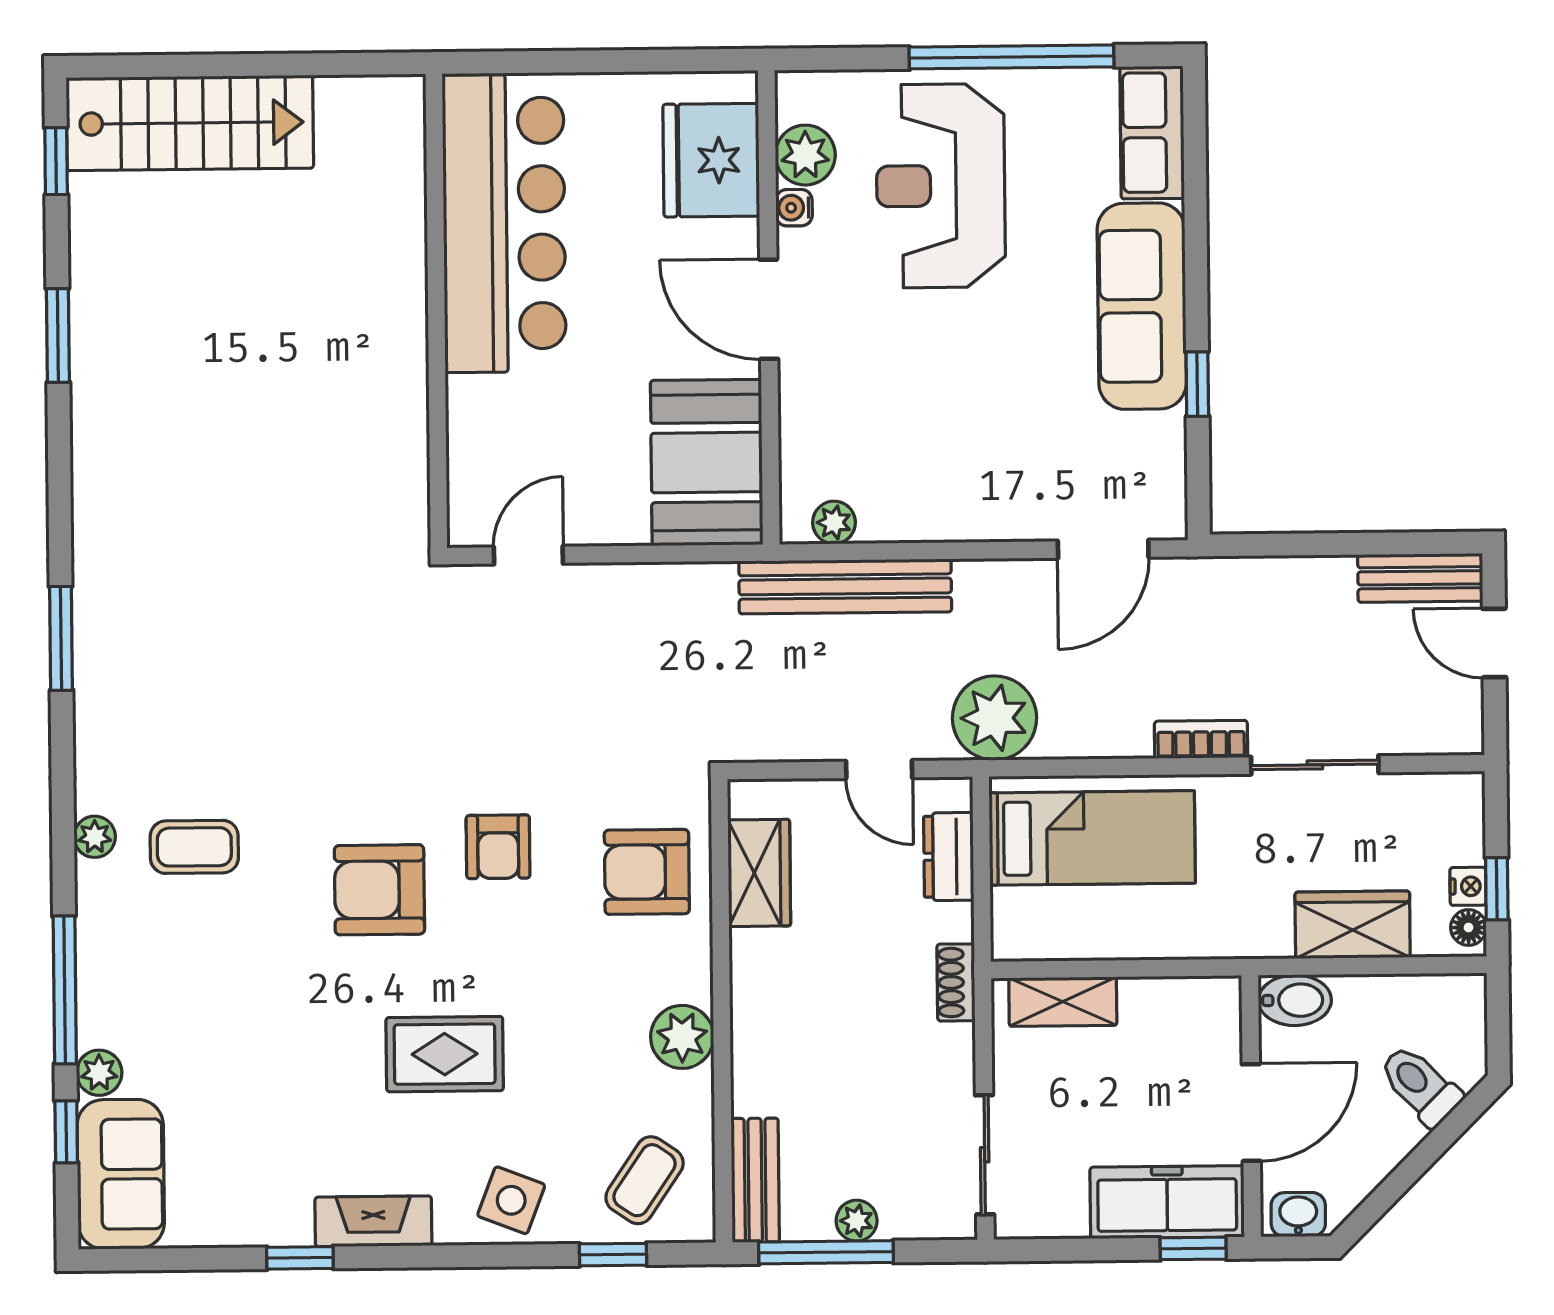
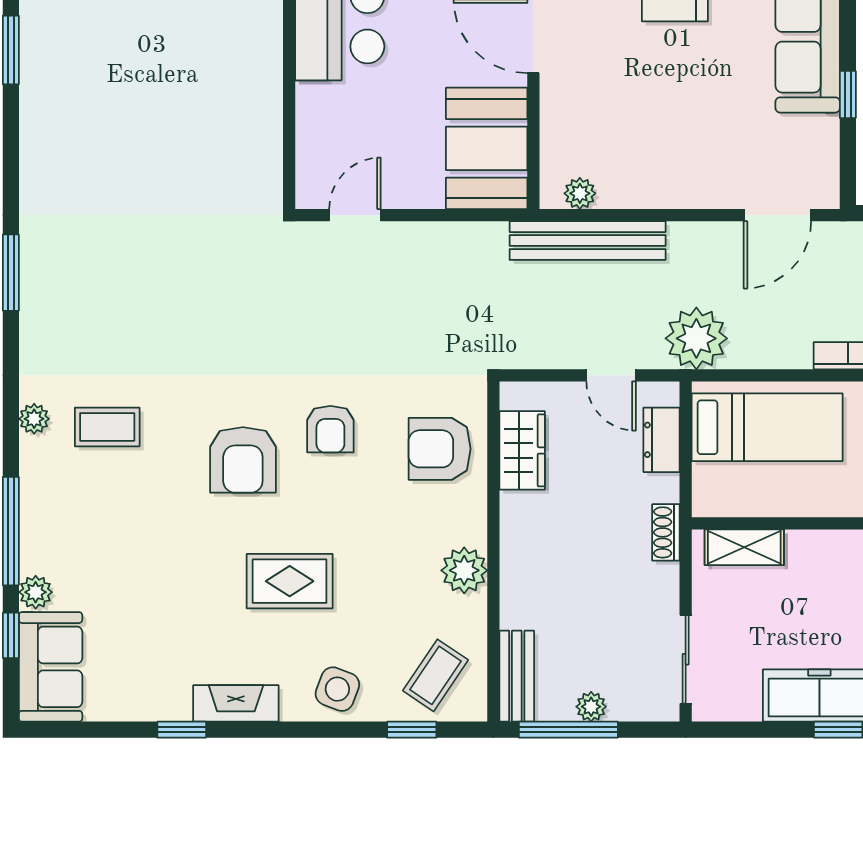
armchair: (379, 890) -> (243, 460), turned -90

